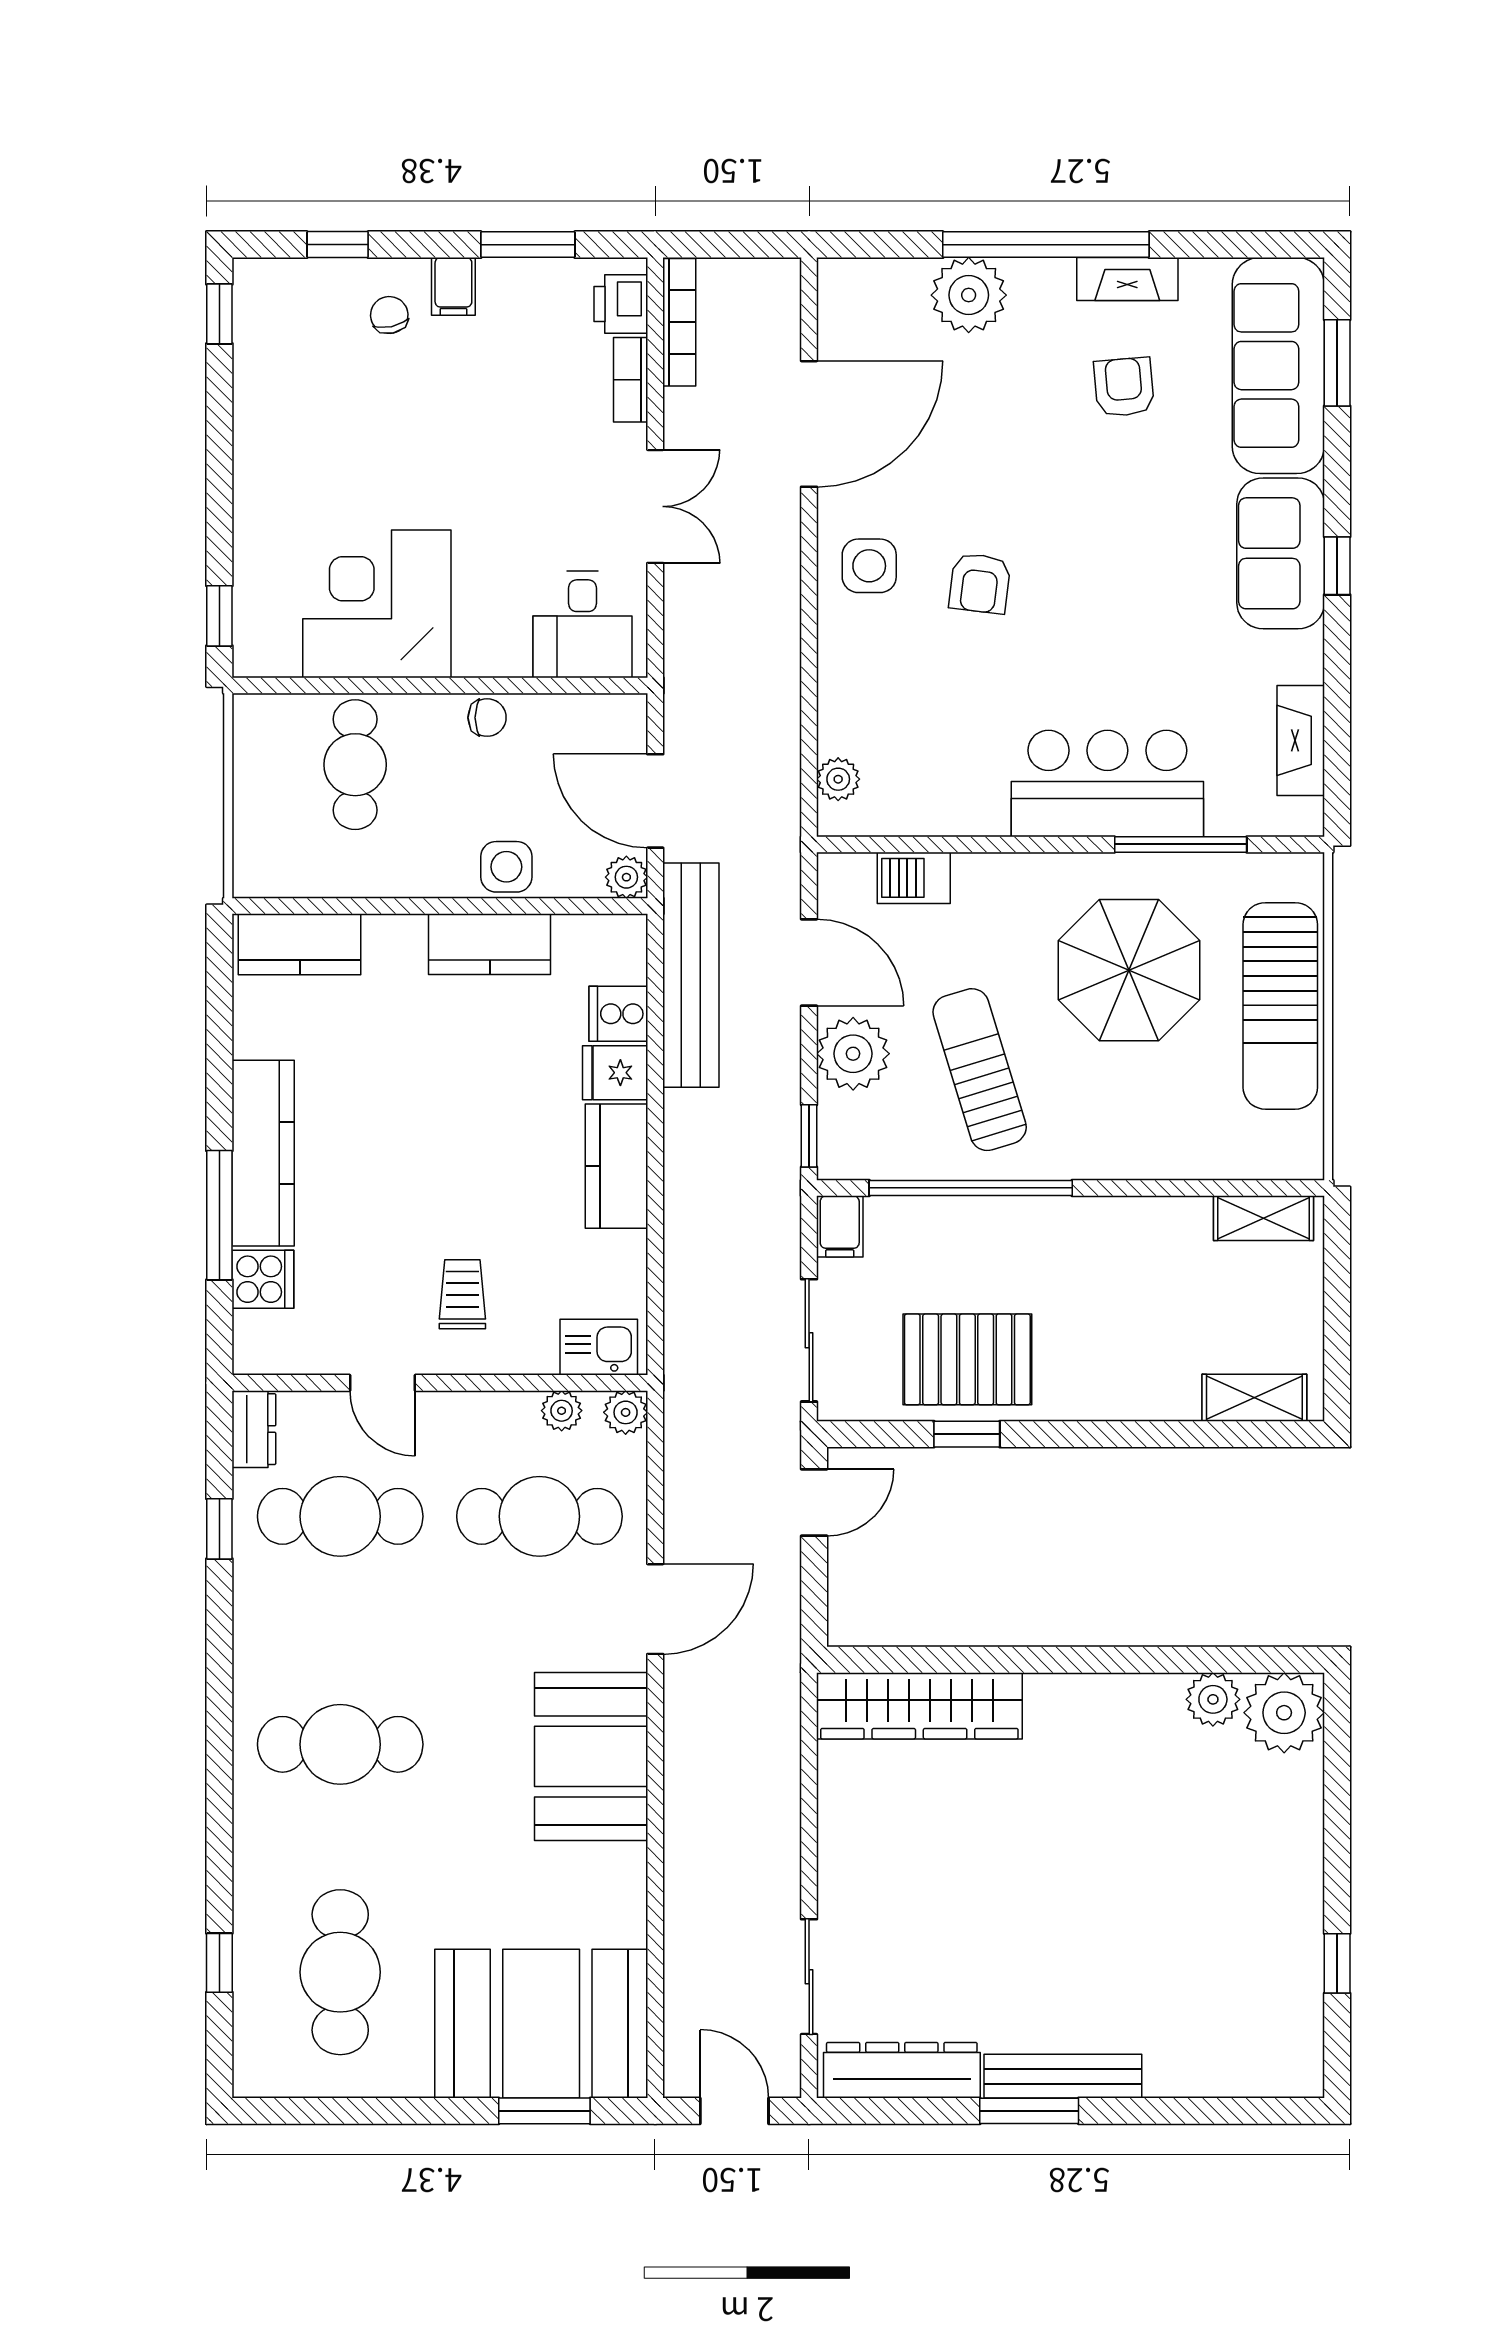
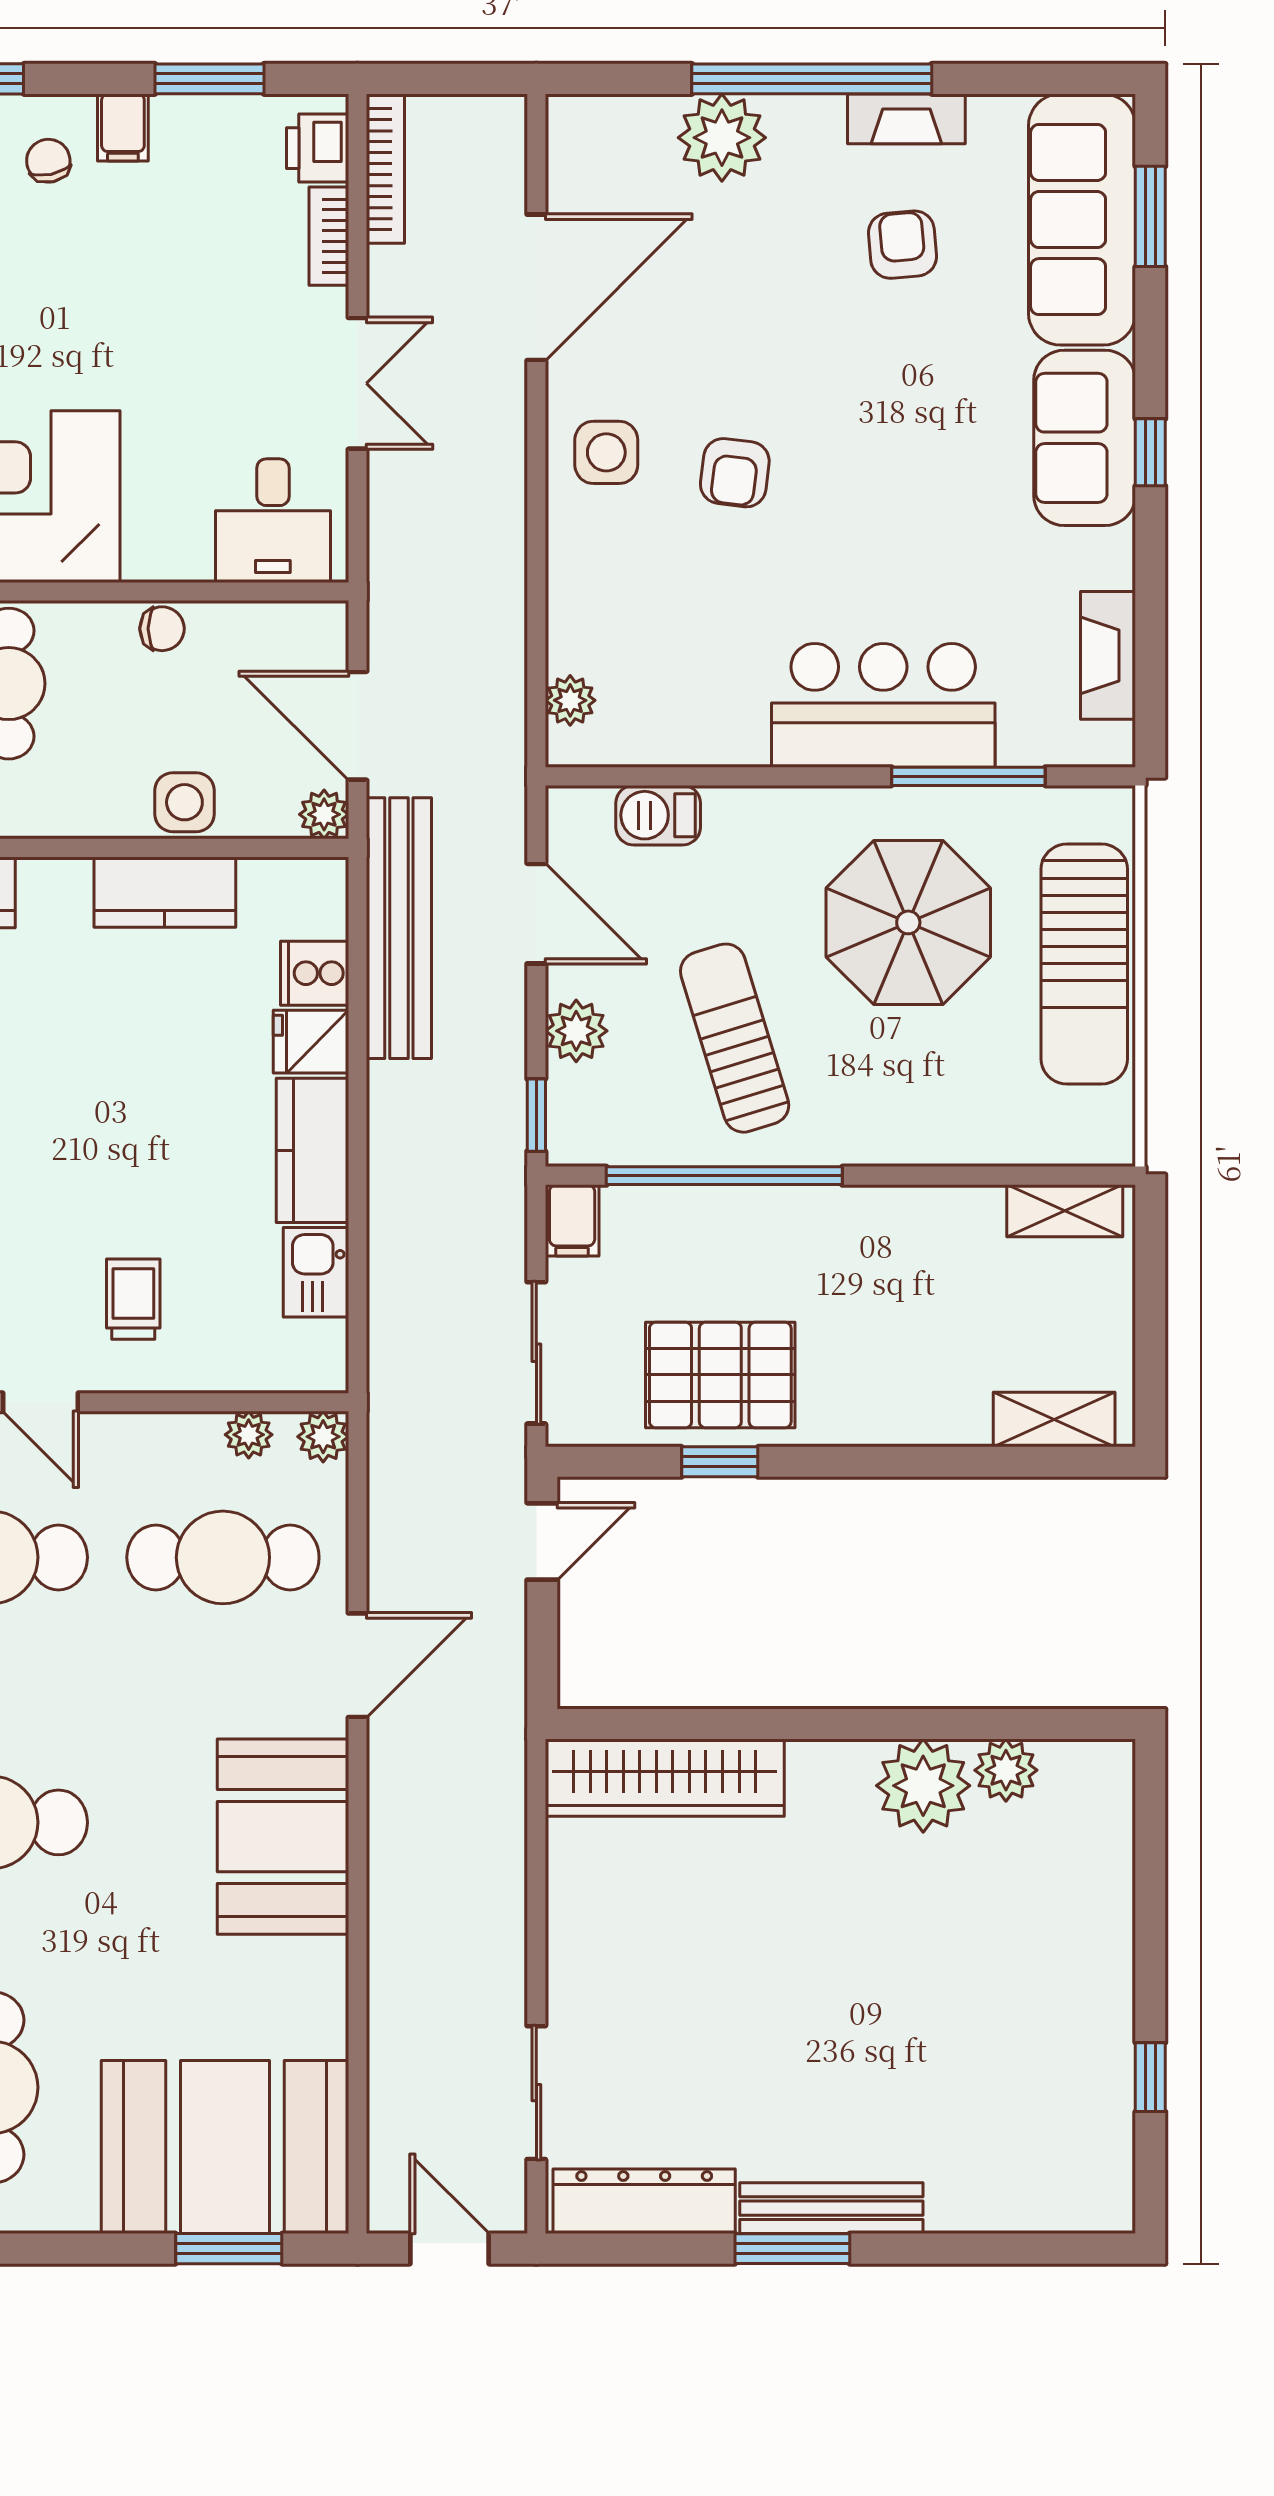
plant: (853, 1054) -> (576, 1031), width x0.73, depth x0.73
kitchen sink: (599, 1347) -> (316, 1272), moved, turned -90
plant: (1284, 1713) -> (923, 1786), moved

